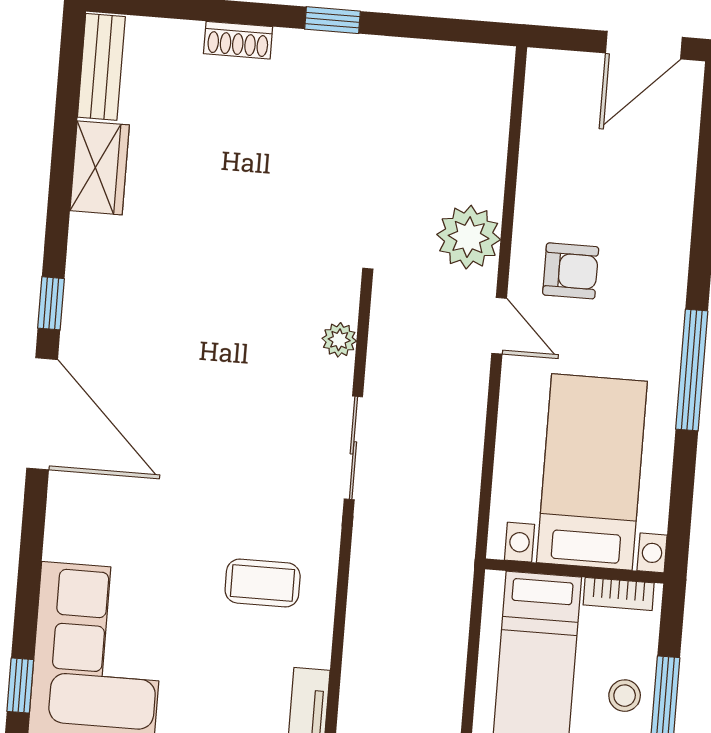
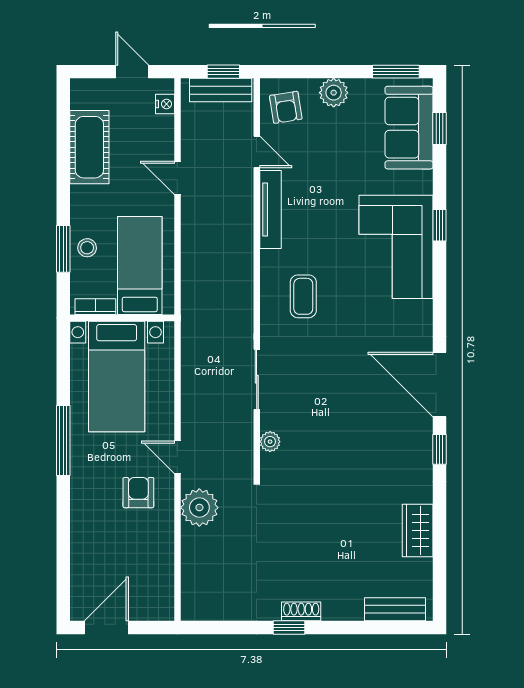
shoe rack: (238, 40) -> (301, 611), moved
bench: (101, 67) -> (395, 609), moved, turned 90
armchair: (571, 271) -> (138, 493), turned 90
coffee table: (263, 583) -> (303, 296), turned 90

